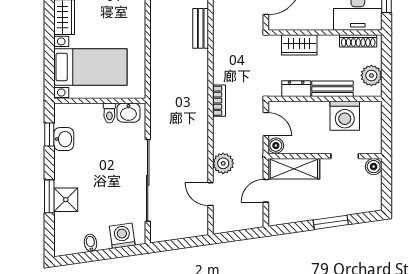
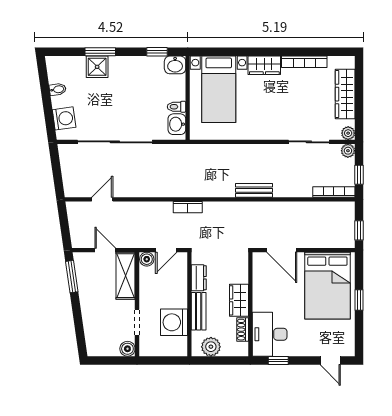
shoe rack: (358, 41) -> (243, 330), width x0.70
wardrobe: (299, 45) -> (239, 300), moved
washbasin: (64, 139) -> (175, 65), moved
plant: (223, 163) -> (130, 211), removed
window: (331, 222) -> (72, 277), moved

